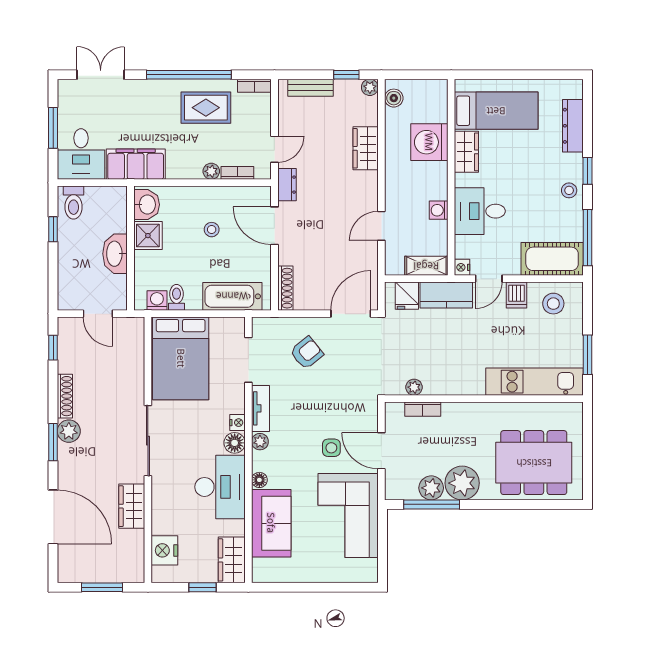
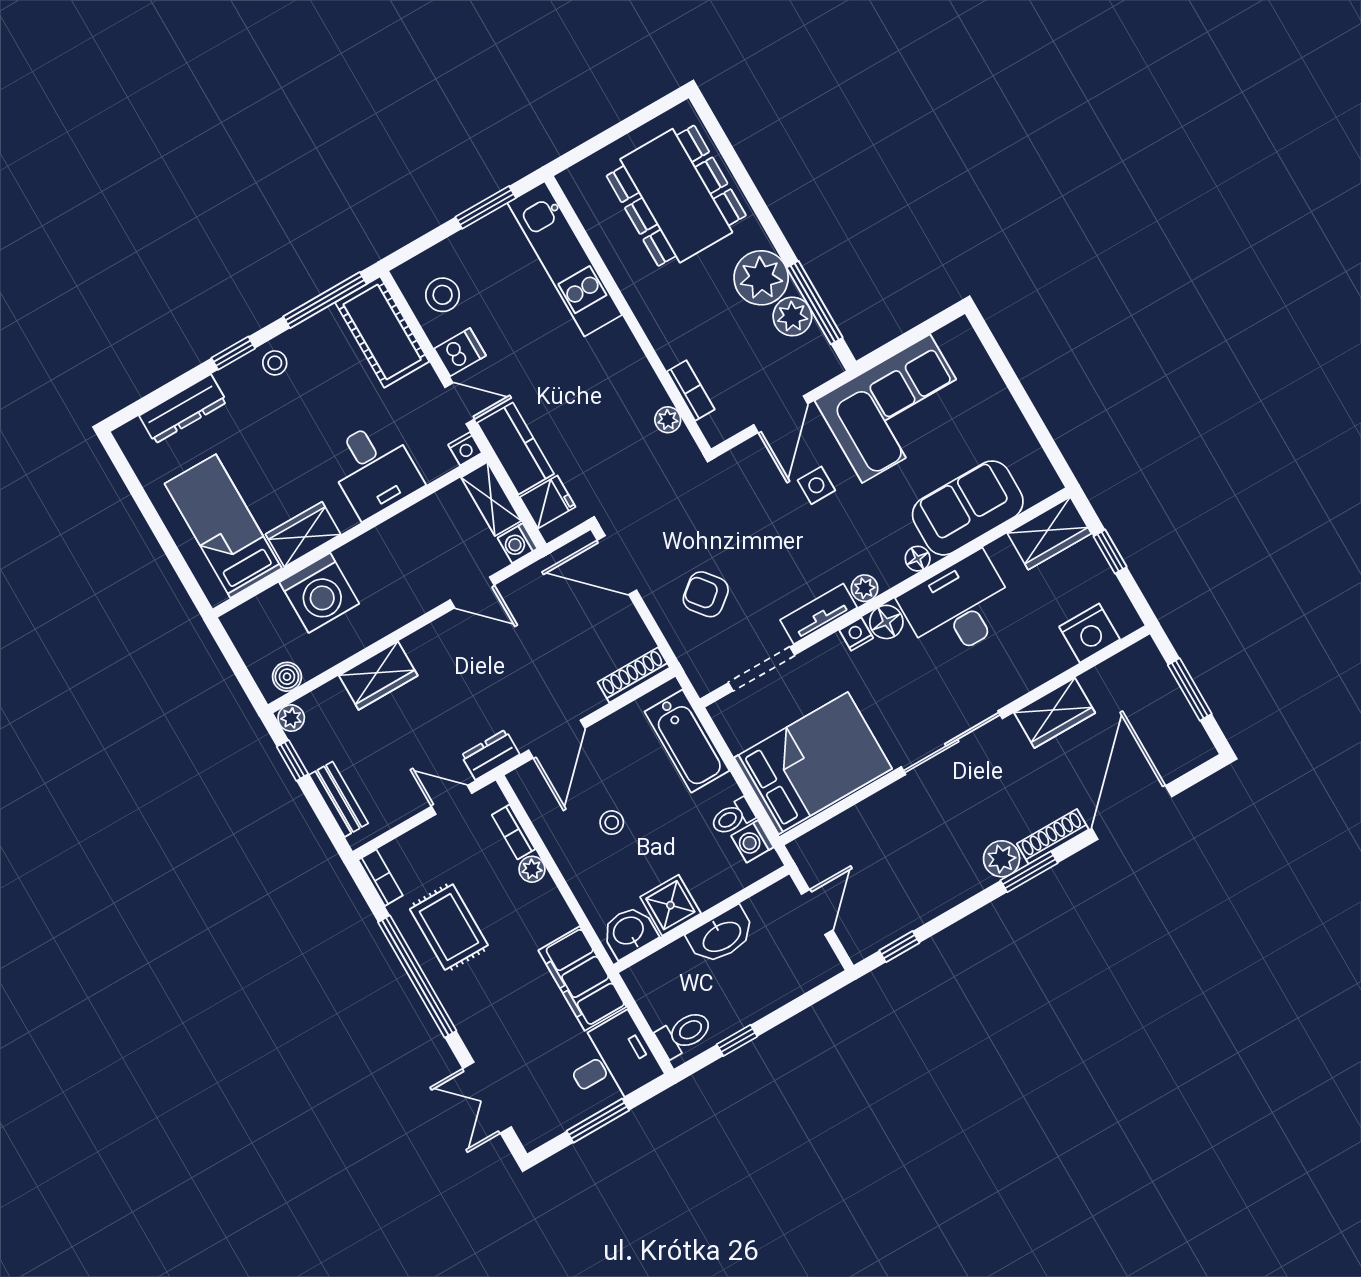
washing machine: (439, 210) -> (517, 543), moved, turned 90
shoe rack: (65, 396) -> (1053, 836), moved

